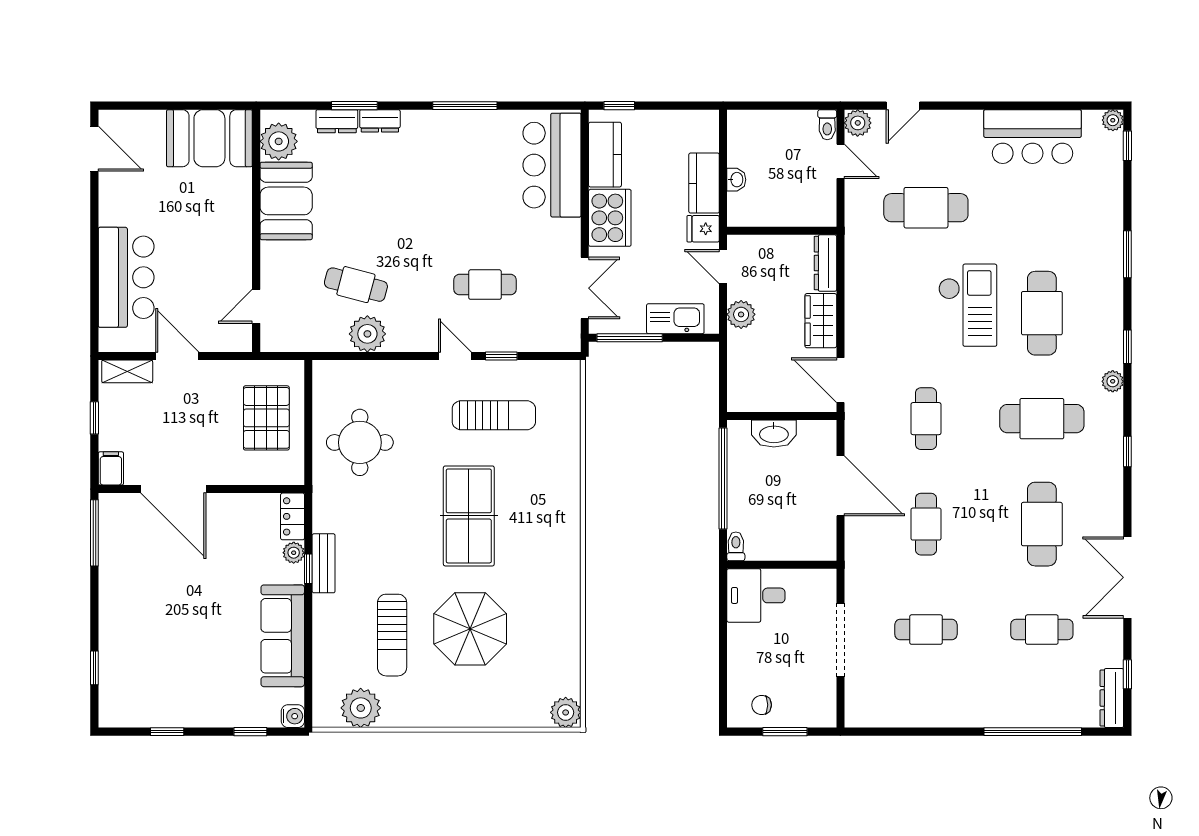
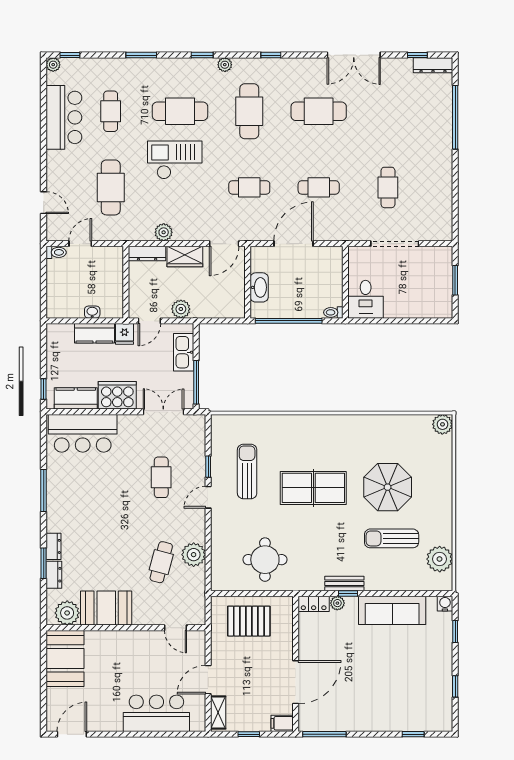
plant: (858, 123) -> (164, 232), moved
cafe table: (1042, 630) -> (111, 111), moved
sun lounger: (392, 635) -> (392, 538), turned 180
chair: (762, 705) -> (438, 295), removed

